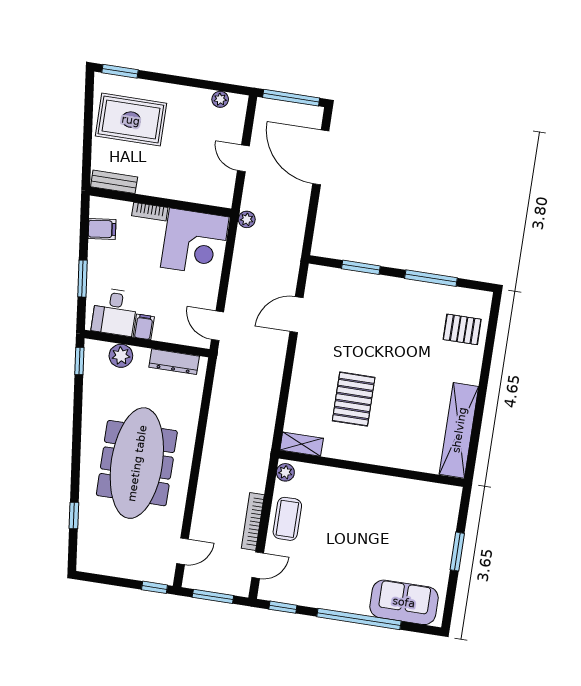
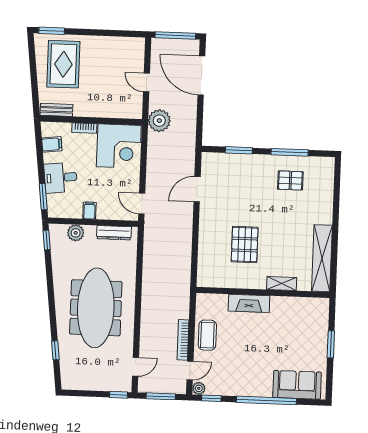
plant: (220, 99) -> (125, 42), removed
rug: (131, 120) -> (63, 64), turned 90
plant: (247, 219) -> (159, 121), width x1.88, depth x1.88
window: (82, 279) -> (43, 197), moved
desk: (114, 312) -> (61, 178), moved, turned 83
pallet: (462, 329) -> (290, 180), moved
shelving: (302, 444) -> (282, 283), moved
plant: (285, 472) -> (199, 388), moved
fireplace: (350, 481) -> (249, 303), added

